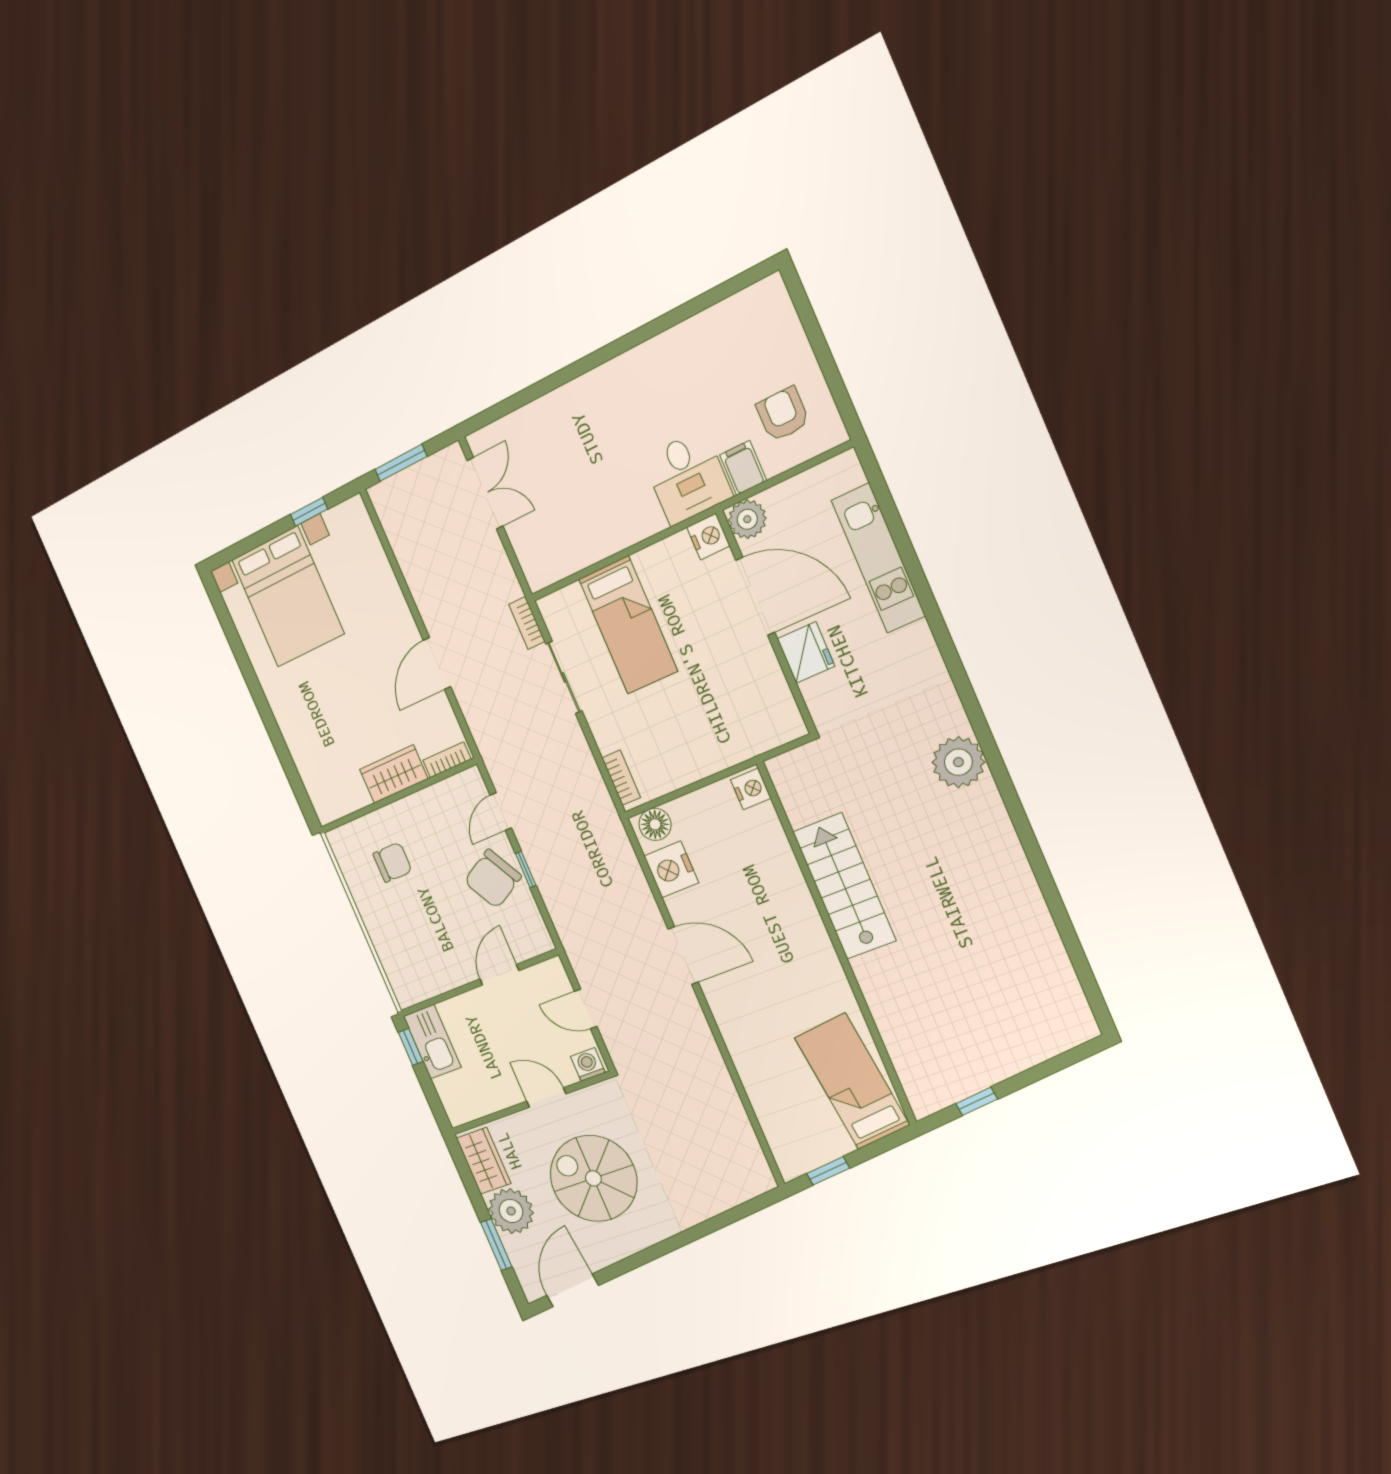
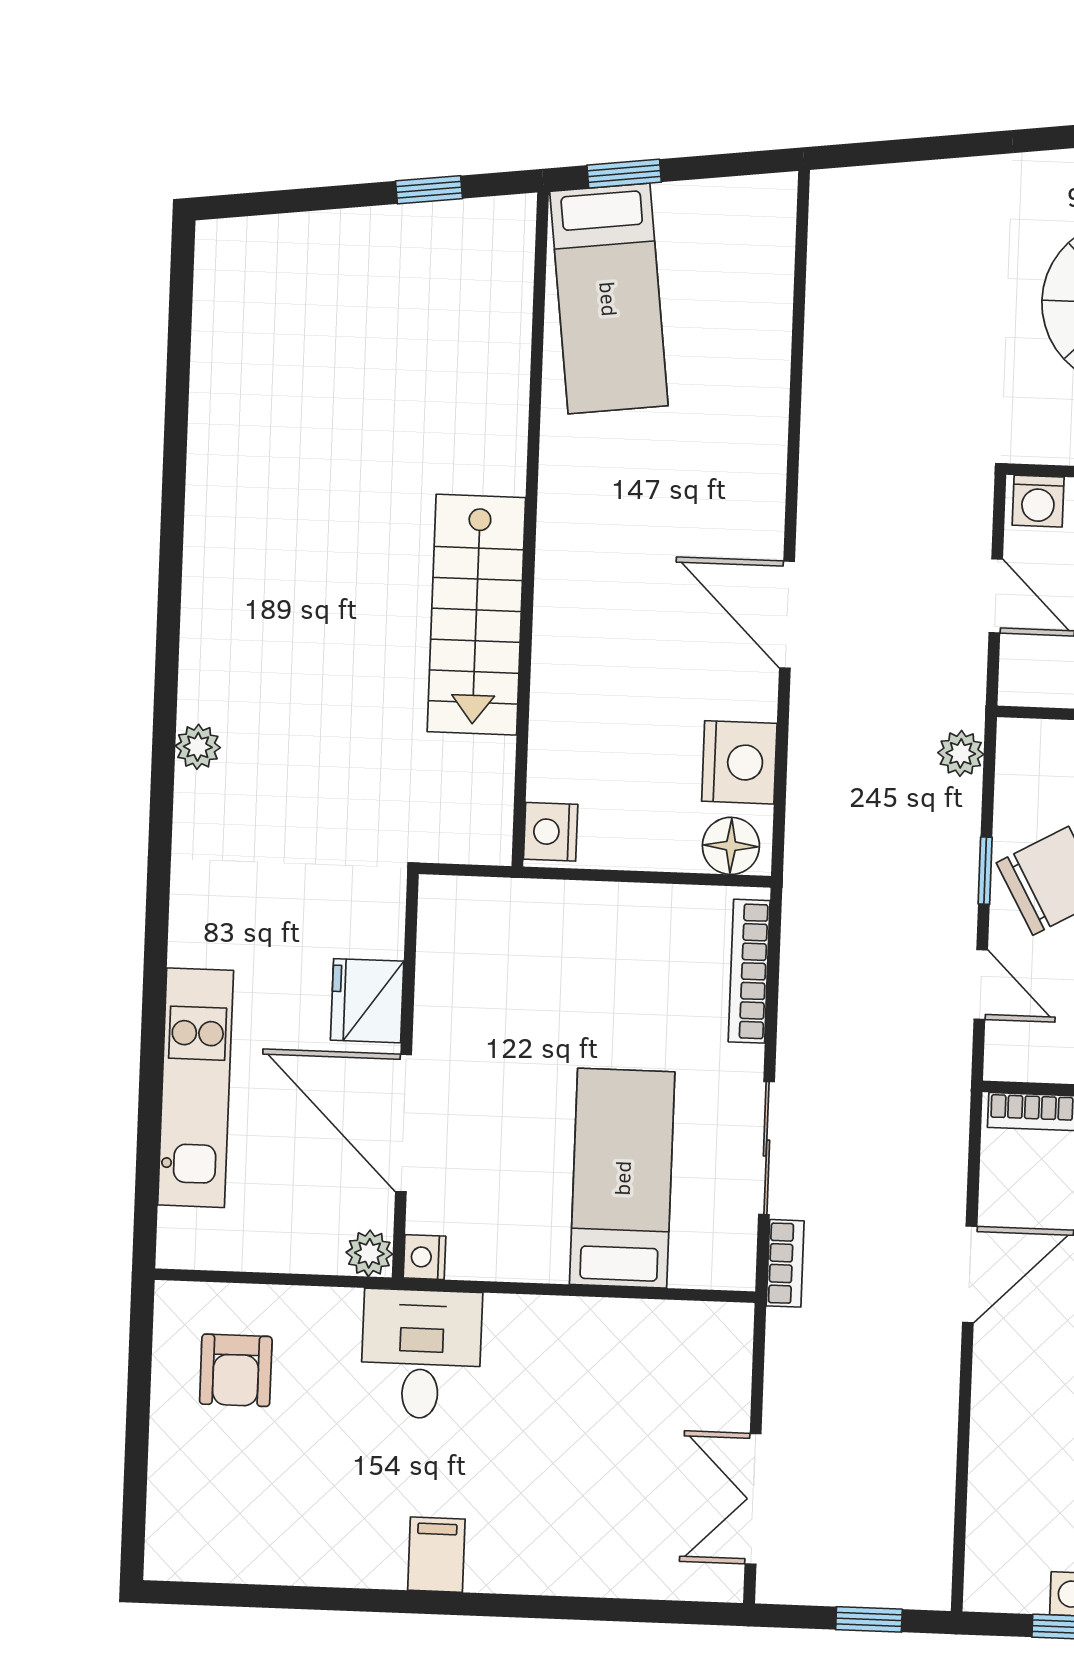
window: (401, 463) -> (869, 1619), width x0.67
filing cabinet: (743, 468) -> (436, 1555), moved, turned 180
plant: (747, 519) -> (369, 1253), width x0.73, depth x0.73
nightstand: (708, 537) -> (425, 1257), width x0.72, depth x0.74
plant: (958, 762) -> (198, 747), width x0.53, depth x0.53
bookcase: (621, 778) -> (749, 971), width x1.56
door: (501, 812) -> (981, 984), hinge flipped
plant: (565, 923) -> (961, 753), added
window: (828, 1171) -> (624, 174), moved

